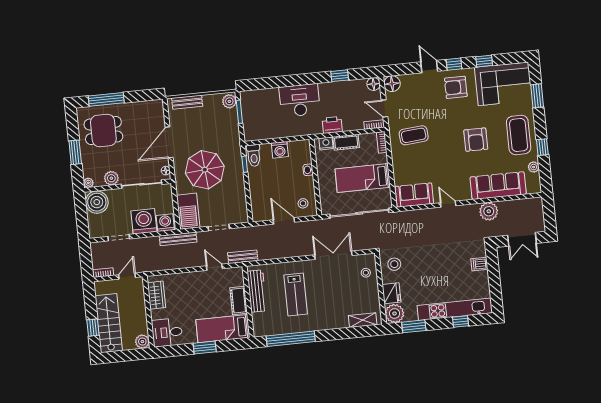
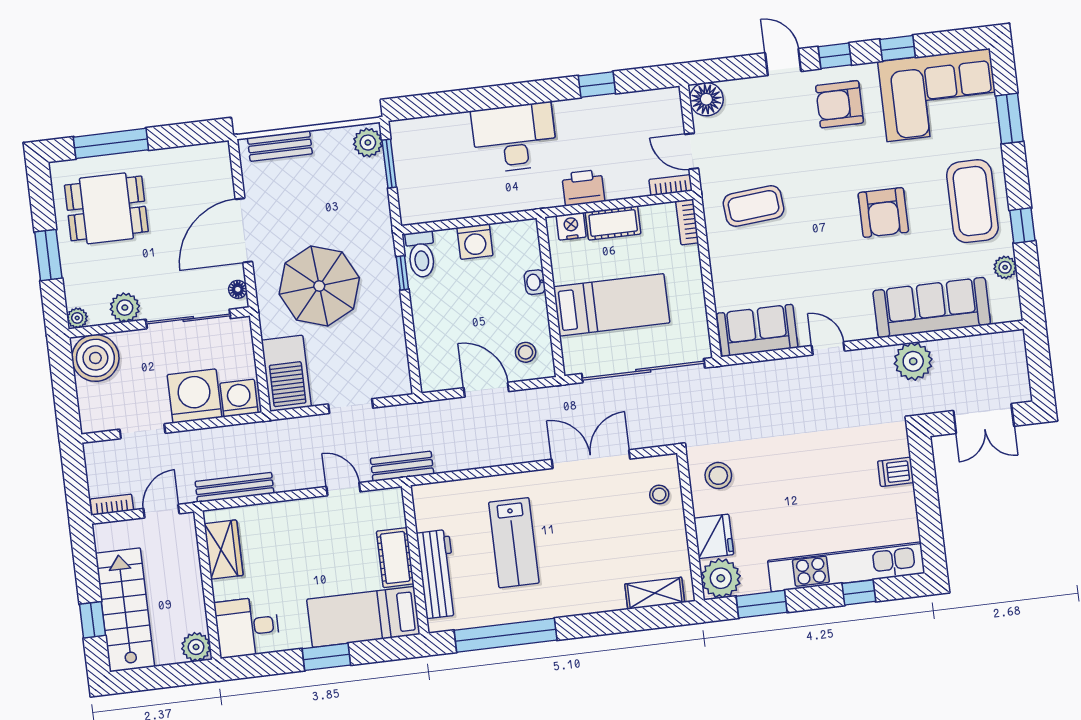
floor lamp: (373, 84) -> (668, 101), removed
bed: (363, 178) -> (612, 305), moved, turned 180
bench: (178, 239) -> (234, 487), moved
workbench: (257, 291) -> (437, 574), moved

